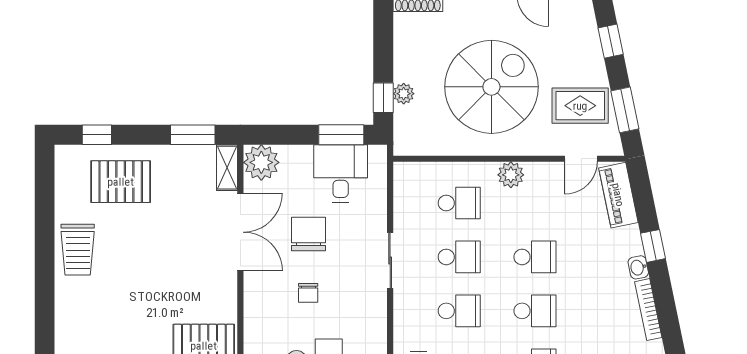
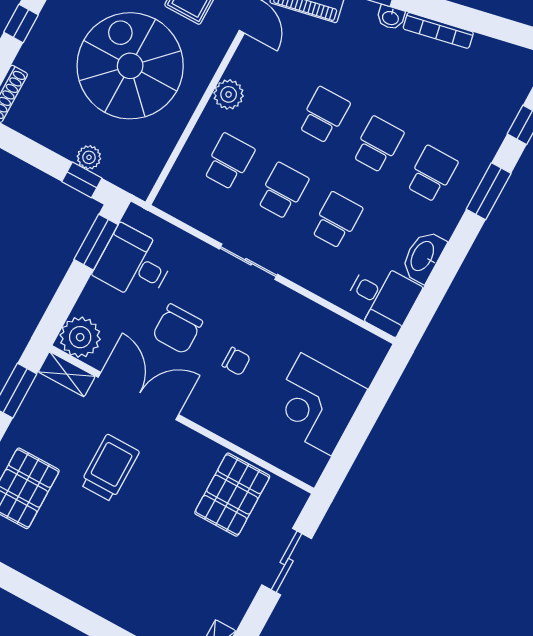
chair: (308, 234) -> (177, 329), turned -90
trolley: (78, 250) -> (110, 468), moved, turned -90

